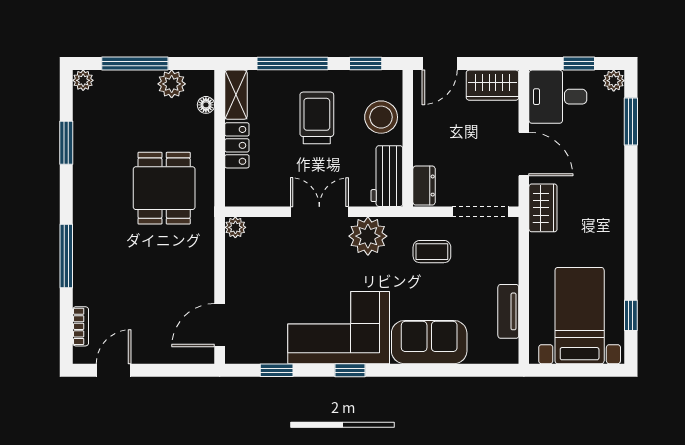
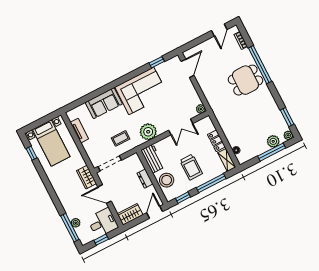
plant: (614, 81) -> (76, 223), moved
plant: (172, 84) -> (273, 141), moved
window: (631, 121) -> (70, 228), width x1.44
window: (66, 143) -> (287, 117), moved
dresser: (424, 186) -> (145, 179), moved
dining table: (164, 188) -> (245, 80), moved, turned 90
double door: (319, 212) -> (181, 127), moved
window: (66, 256) -> (260, 65), width x1.46
window: (350, 370) -> (129, 77), removed

